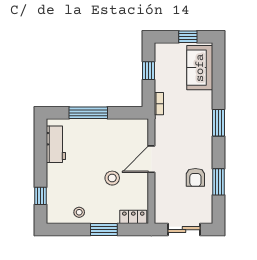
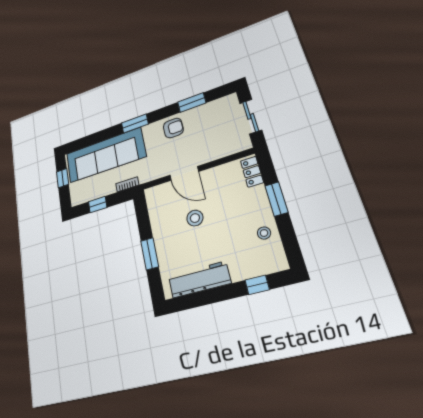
sofa: (200, 68) -> (105, 155), width x1.85, depth x1.27
window: (88, 113) -> (150, 254), width x0.69
workbench: (56, 144) -> (199, 280), width x1.37
armchair: (195, 177) -> (173, 128), moved
stool: (112, 178) -> (195, 218), moved

